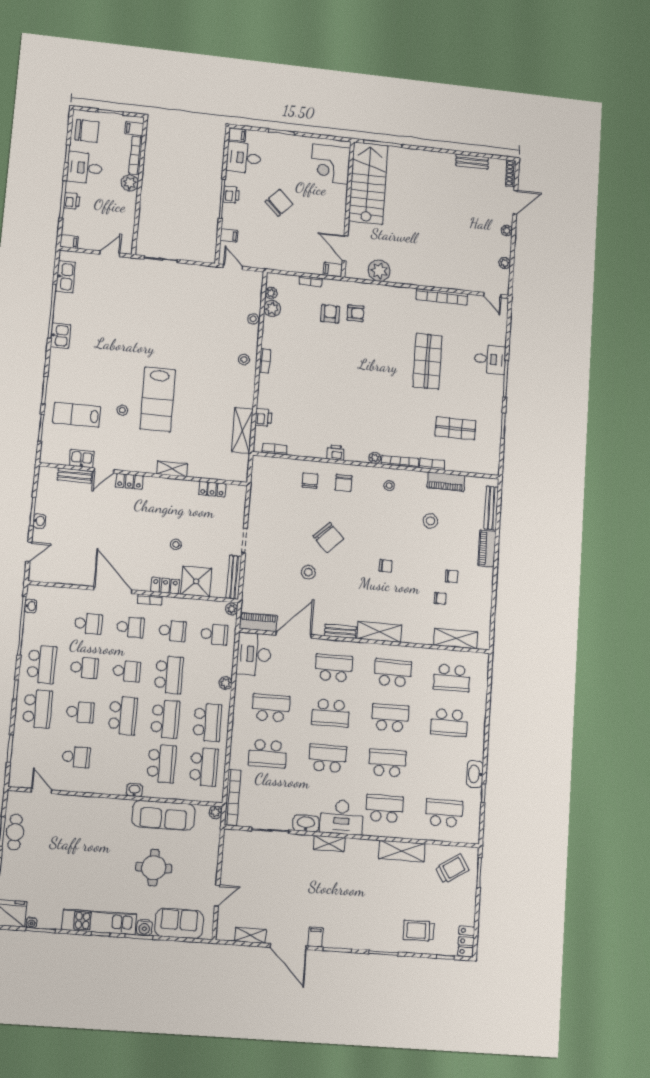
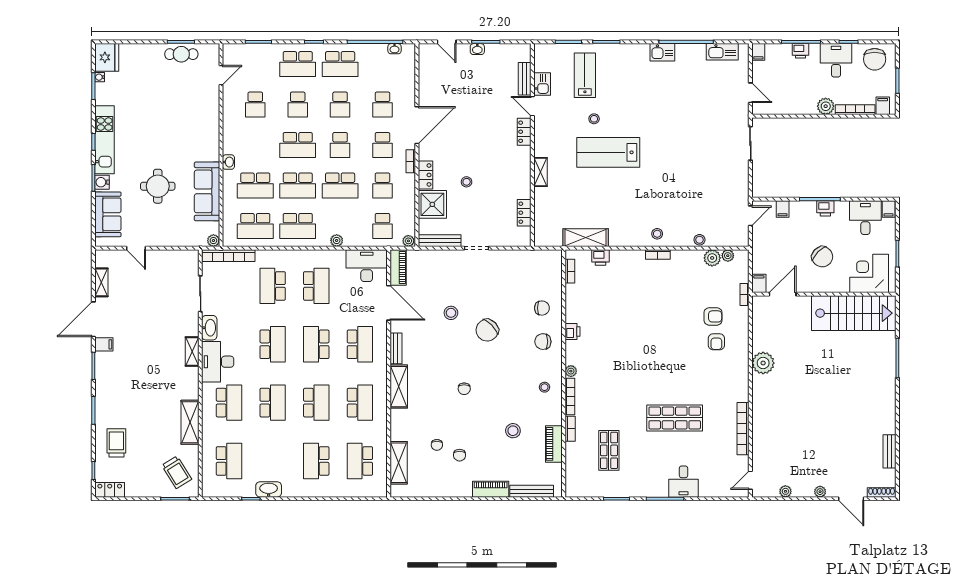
corner desk: (330, 164) -> (869, 273), moved
stairs: (368, 183) -> (854, 313), moved
wall: (348, 209) -> (824, 294), moved
door: (345, 248) -> (783, 294), moved
filing cabinet: (333, 270) -> (759, 283), moved

